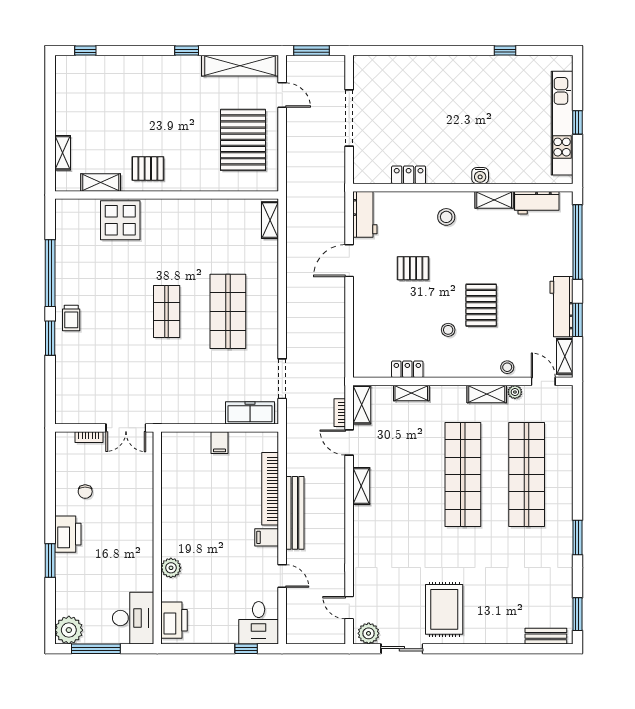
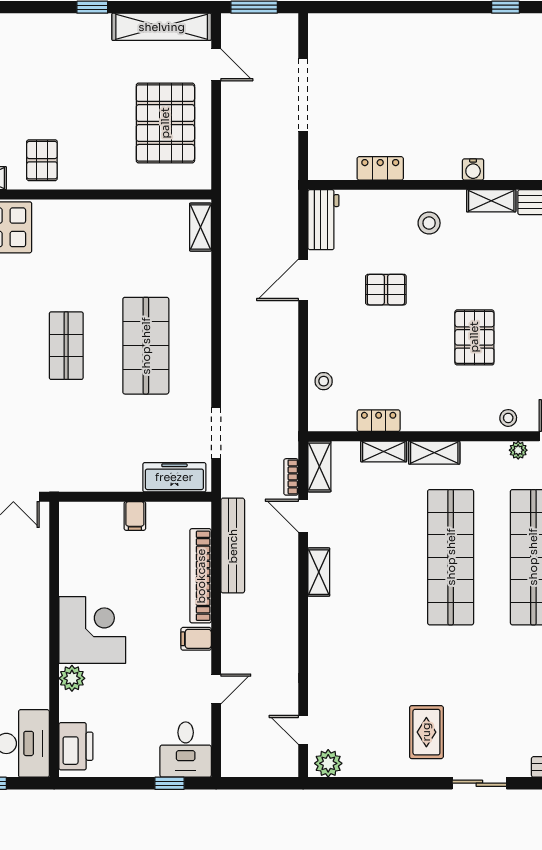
pallet: (148, 169) -> (42, 160), turned 90
stool: (448, 330) -> (324, 381), moved
shelving: (487, 394) -> (434, 453), moved
bench: (295, 513) -> (233, 546), moved
corner desk: (187, 531) -> (92, 630), added
door: (282, 576) -> (216, 689), hinge flipped
rug: (444, 609) -> (426, 732), width x0.73, depth x0.70
sliding door: (402, 649) -> (479, 783), moved

